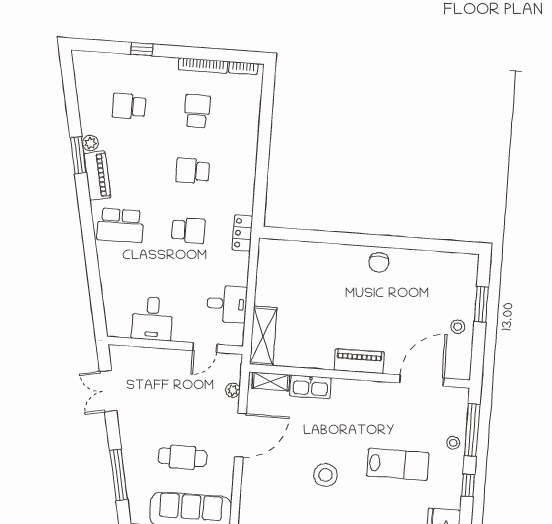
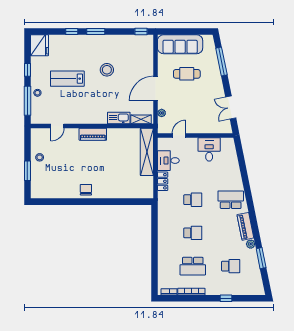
school desk: (197, 111) -> (193, 266), width x1.85
window: (78, 155) -> (261, 258), moved
school desk: (188, 230) -> (193, 200), turned 180
locker: (243, 233) -> (163, 181), moved
shelving: (263, 336) -> (147, 152), width x1.47
door: (422, 381) -> (57, 126), width x0.53
double door: (108, 391) -> (231, 107), swing flipped

